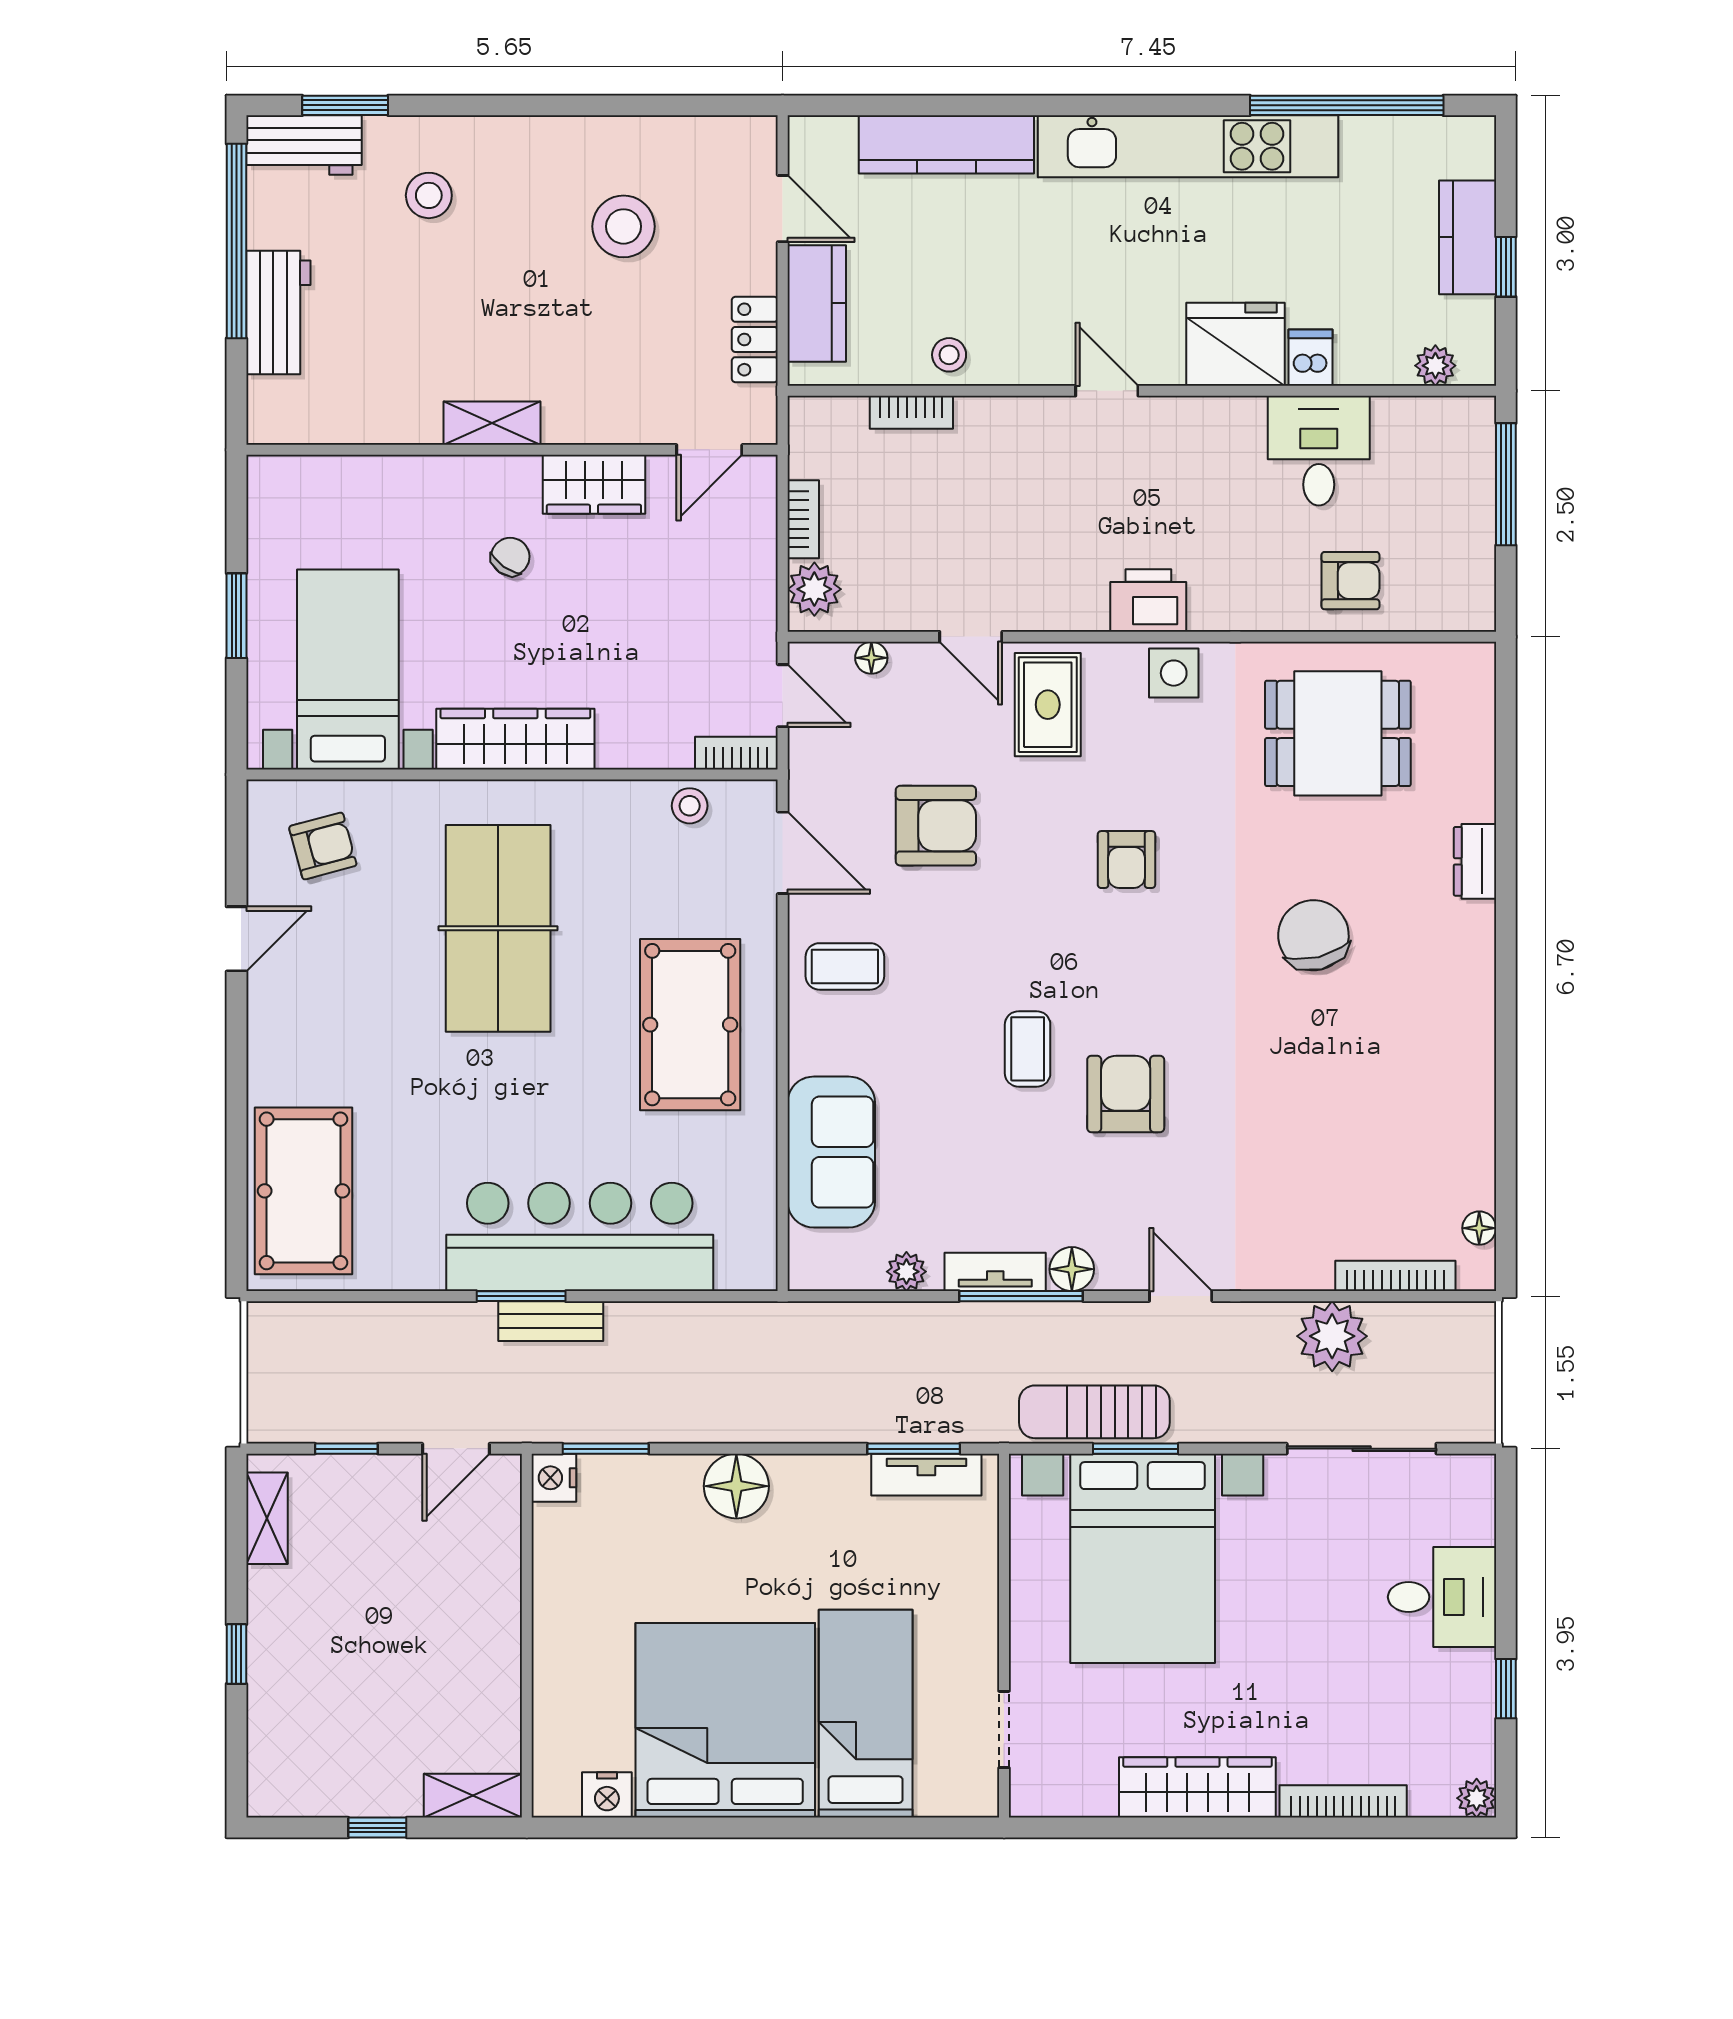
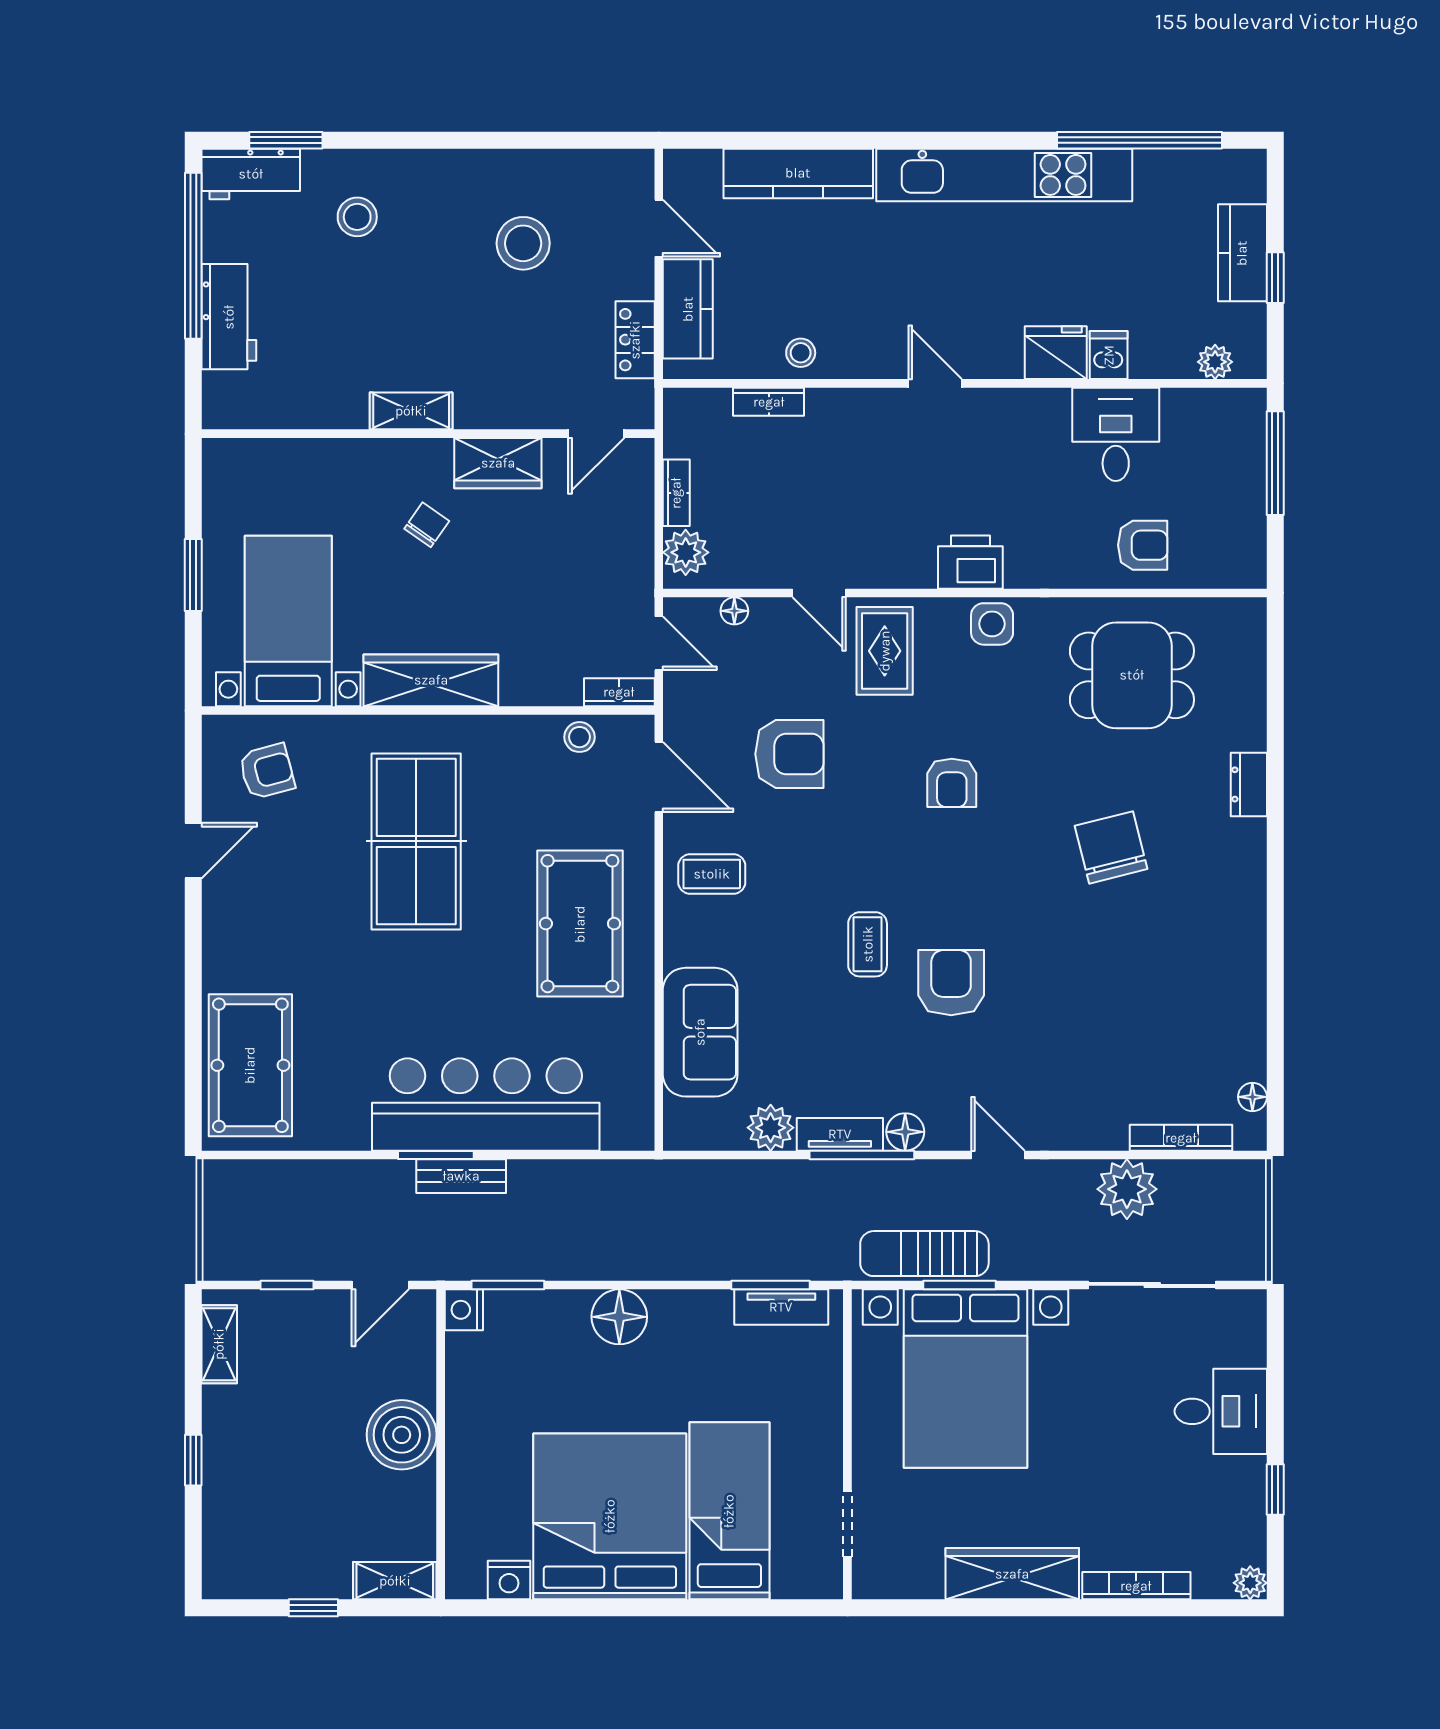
fridge: (1235, 344) -> (1056, 353), width x0.73, depth x0.75
plant: (906, 1272) -> (771, 1128), width x1.38, depth x1.38
boiler: (481, 1625) -> (402, 1435), added

